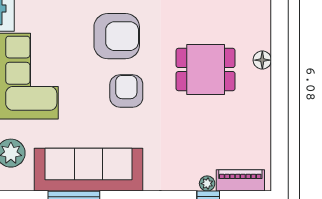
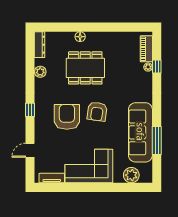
dining table: (206, 70) -> (85, 68), width x1.38
armchair: (126, 91) -> (97, 112), turned -82

